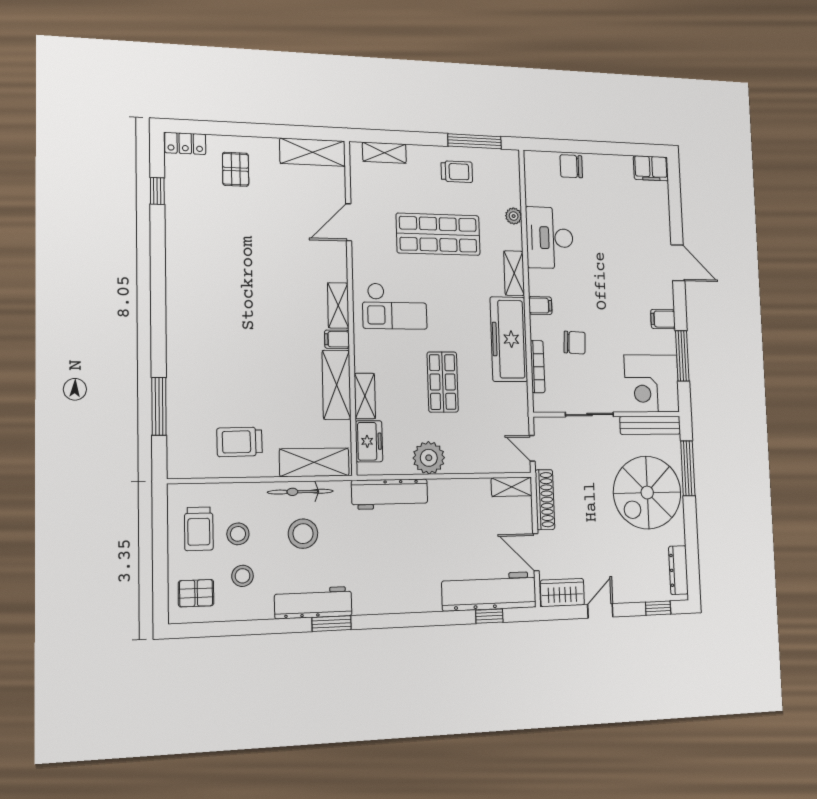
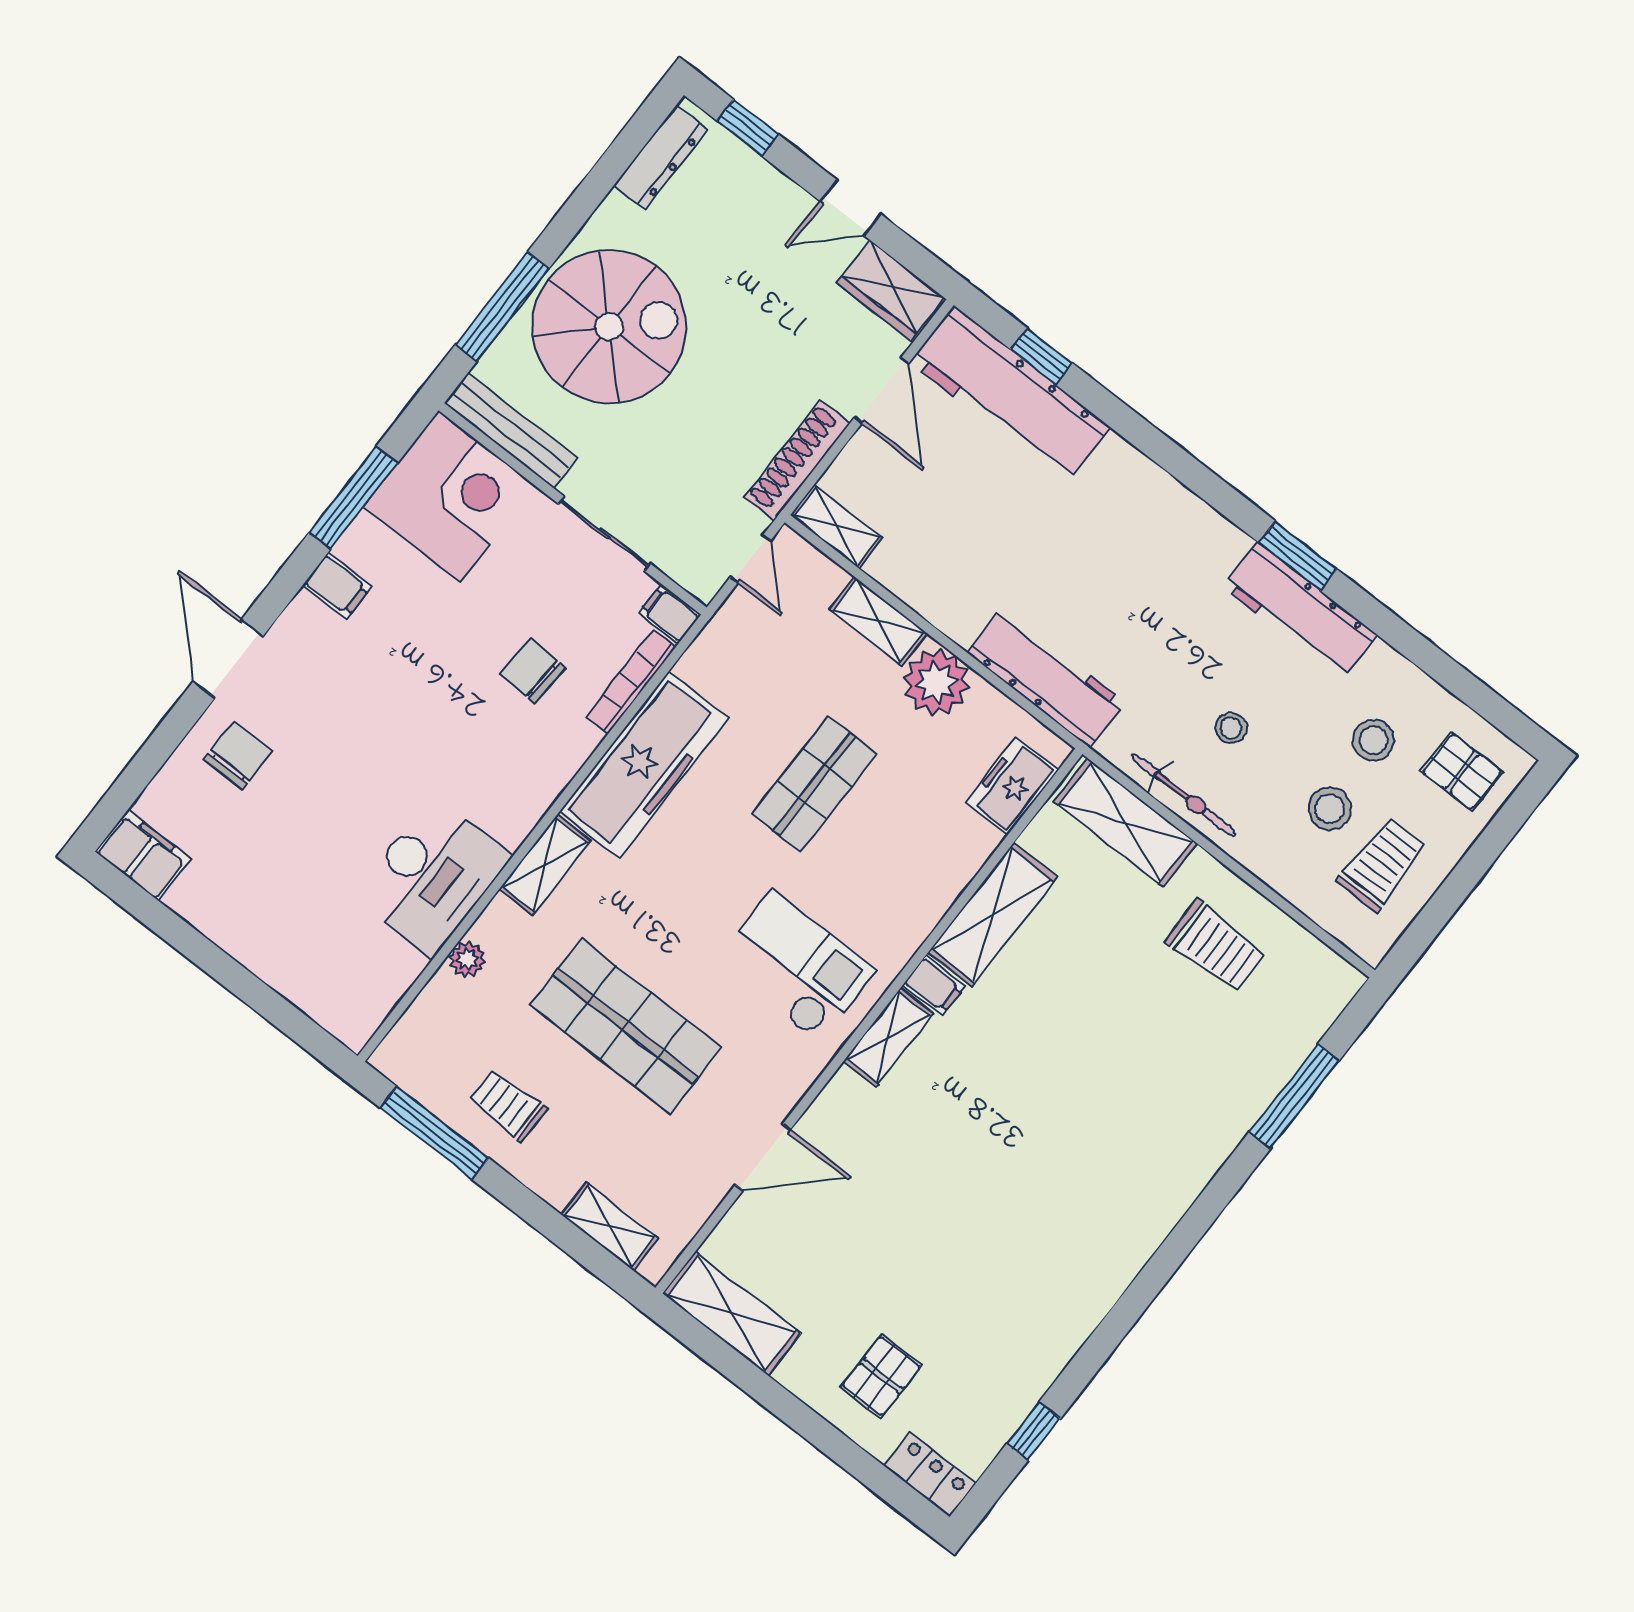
chair: (571, 166) -> (238, 755), moved, turned -90
filing cabinet: (540, 306) -> (670, 614), moved
shelving: (365, 396) -> (878, 621), moved, turned 90
stool: (303, 534) -> (1231, 728), width x0.53, depth x0.53

